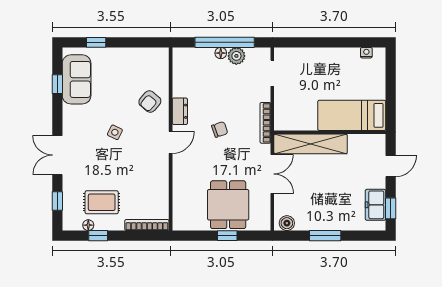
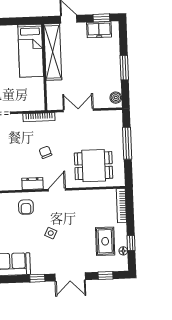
window: (57, 84) -> (37, 278), moved
armchair: (150, 102) -> (26, 207), turned 50
door: (171, 142) -> (57, 190), hinge flipped
shelving: (311, 144) -> (53, 52), moved
dining table: (228, 205) -> (94, 166), moved
window: (227, 236) -> (127, 143), width x2.17

